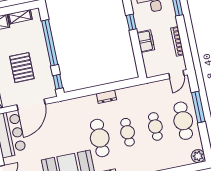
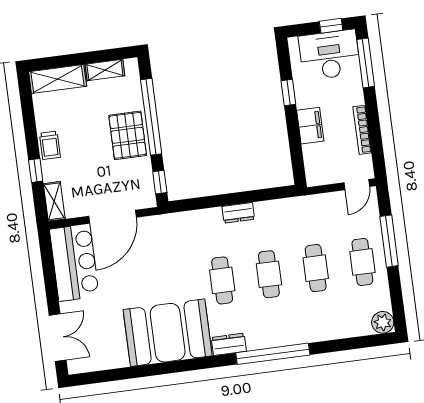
pallet: (22, 68) -> (128, 135), moved
cafe table: (183, 121) -> (362, 262), width x0.73, depth x0.74
cafe table: (100, 138) -> (222, 280), width x0.73, depth x0.74

